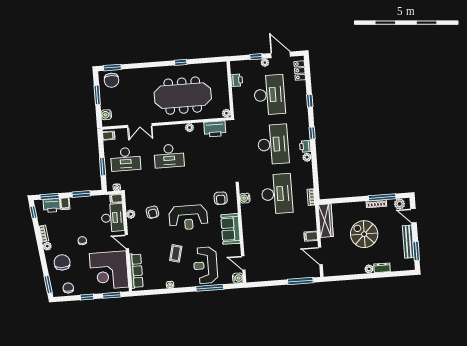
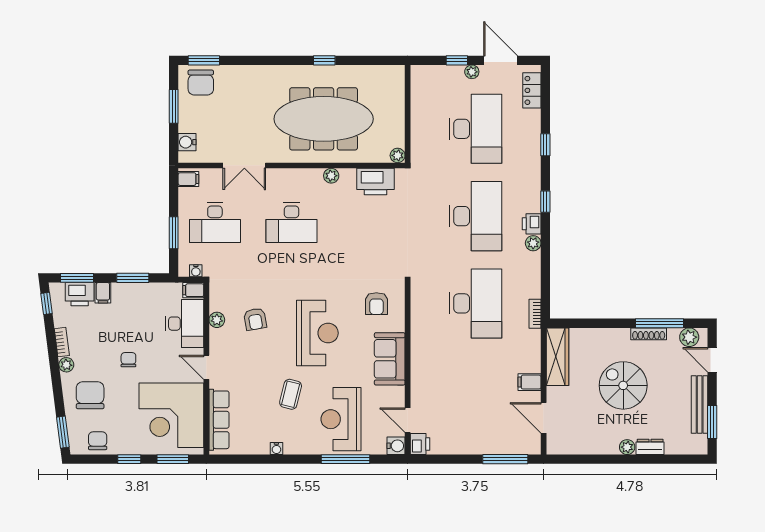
printer: (237, 80) -> (420, 444), moved
water cooler: (245, 198) -> (419, 307), removed
reception desk: (188, 217) -> (317, 333), turned -90

